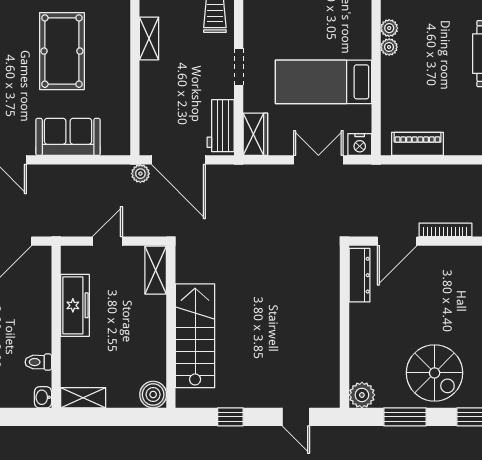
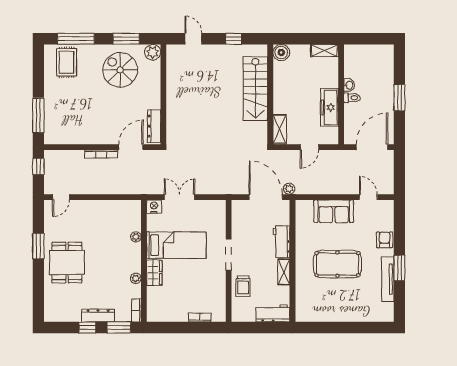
plant: (389, 47) -> (136, 237), moved
pool table: (62, 51) -> (337, 264), turned 90
doorway: (239, 67) -> (229, 255), width x1.38
workbench: (221, 126) -> (281, 242), moved, turned 180
wardrobe: (255, 134) -> (154, 273), moved, turned 180
piano: (417, 144) -> (118, 207), removed
double door: (318, 160) -> (179, 197), swing flipped
toilet: (38, 362) -> (352, 98), moved
spiral stairs: (435, 373) -> (120, 70), moved
washbasin: (43, 397) -> (349, 85), moved

